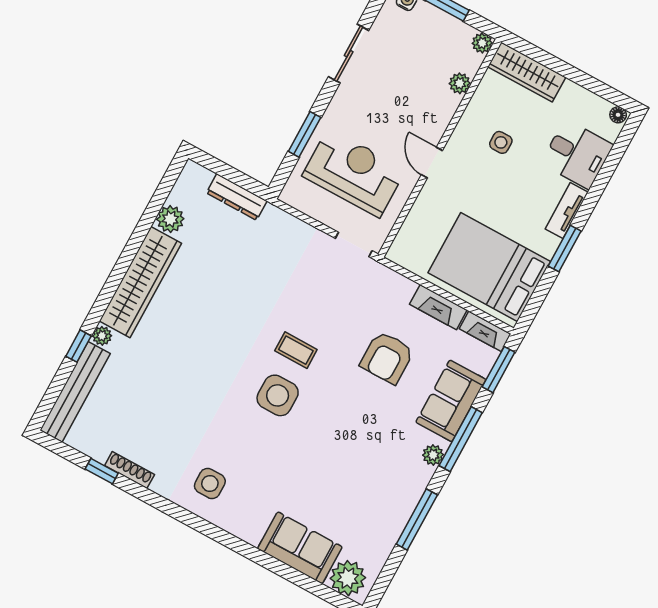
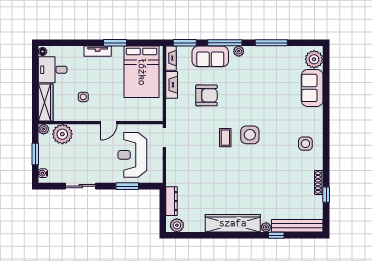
plant: (460, 83) -> (62, 134), width x1.87, depth x1.87
desk: (577, 154) -> (53, 70), moved, turned -90
plant: (170, 219) -> (177, 225), moved

